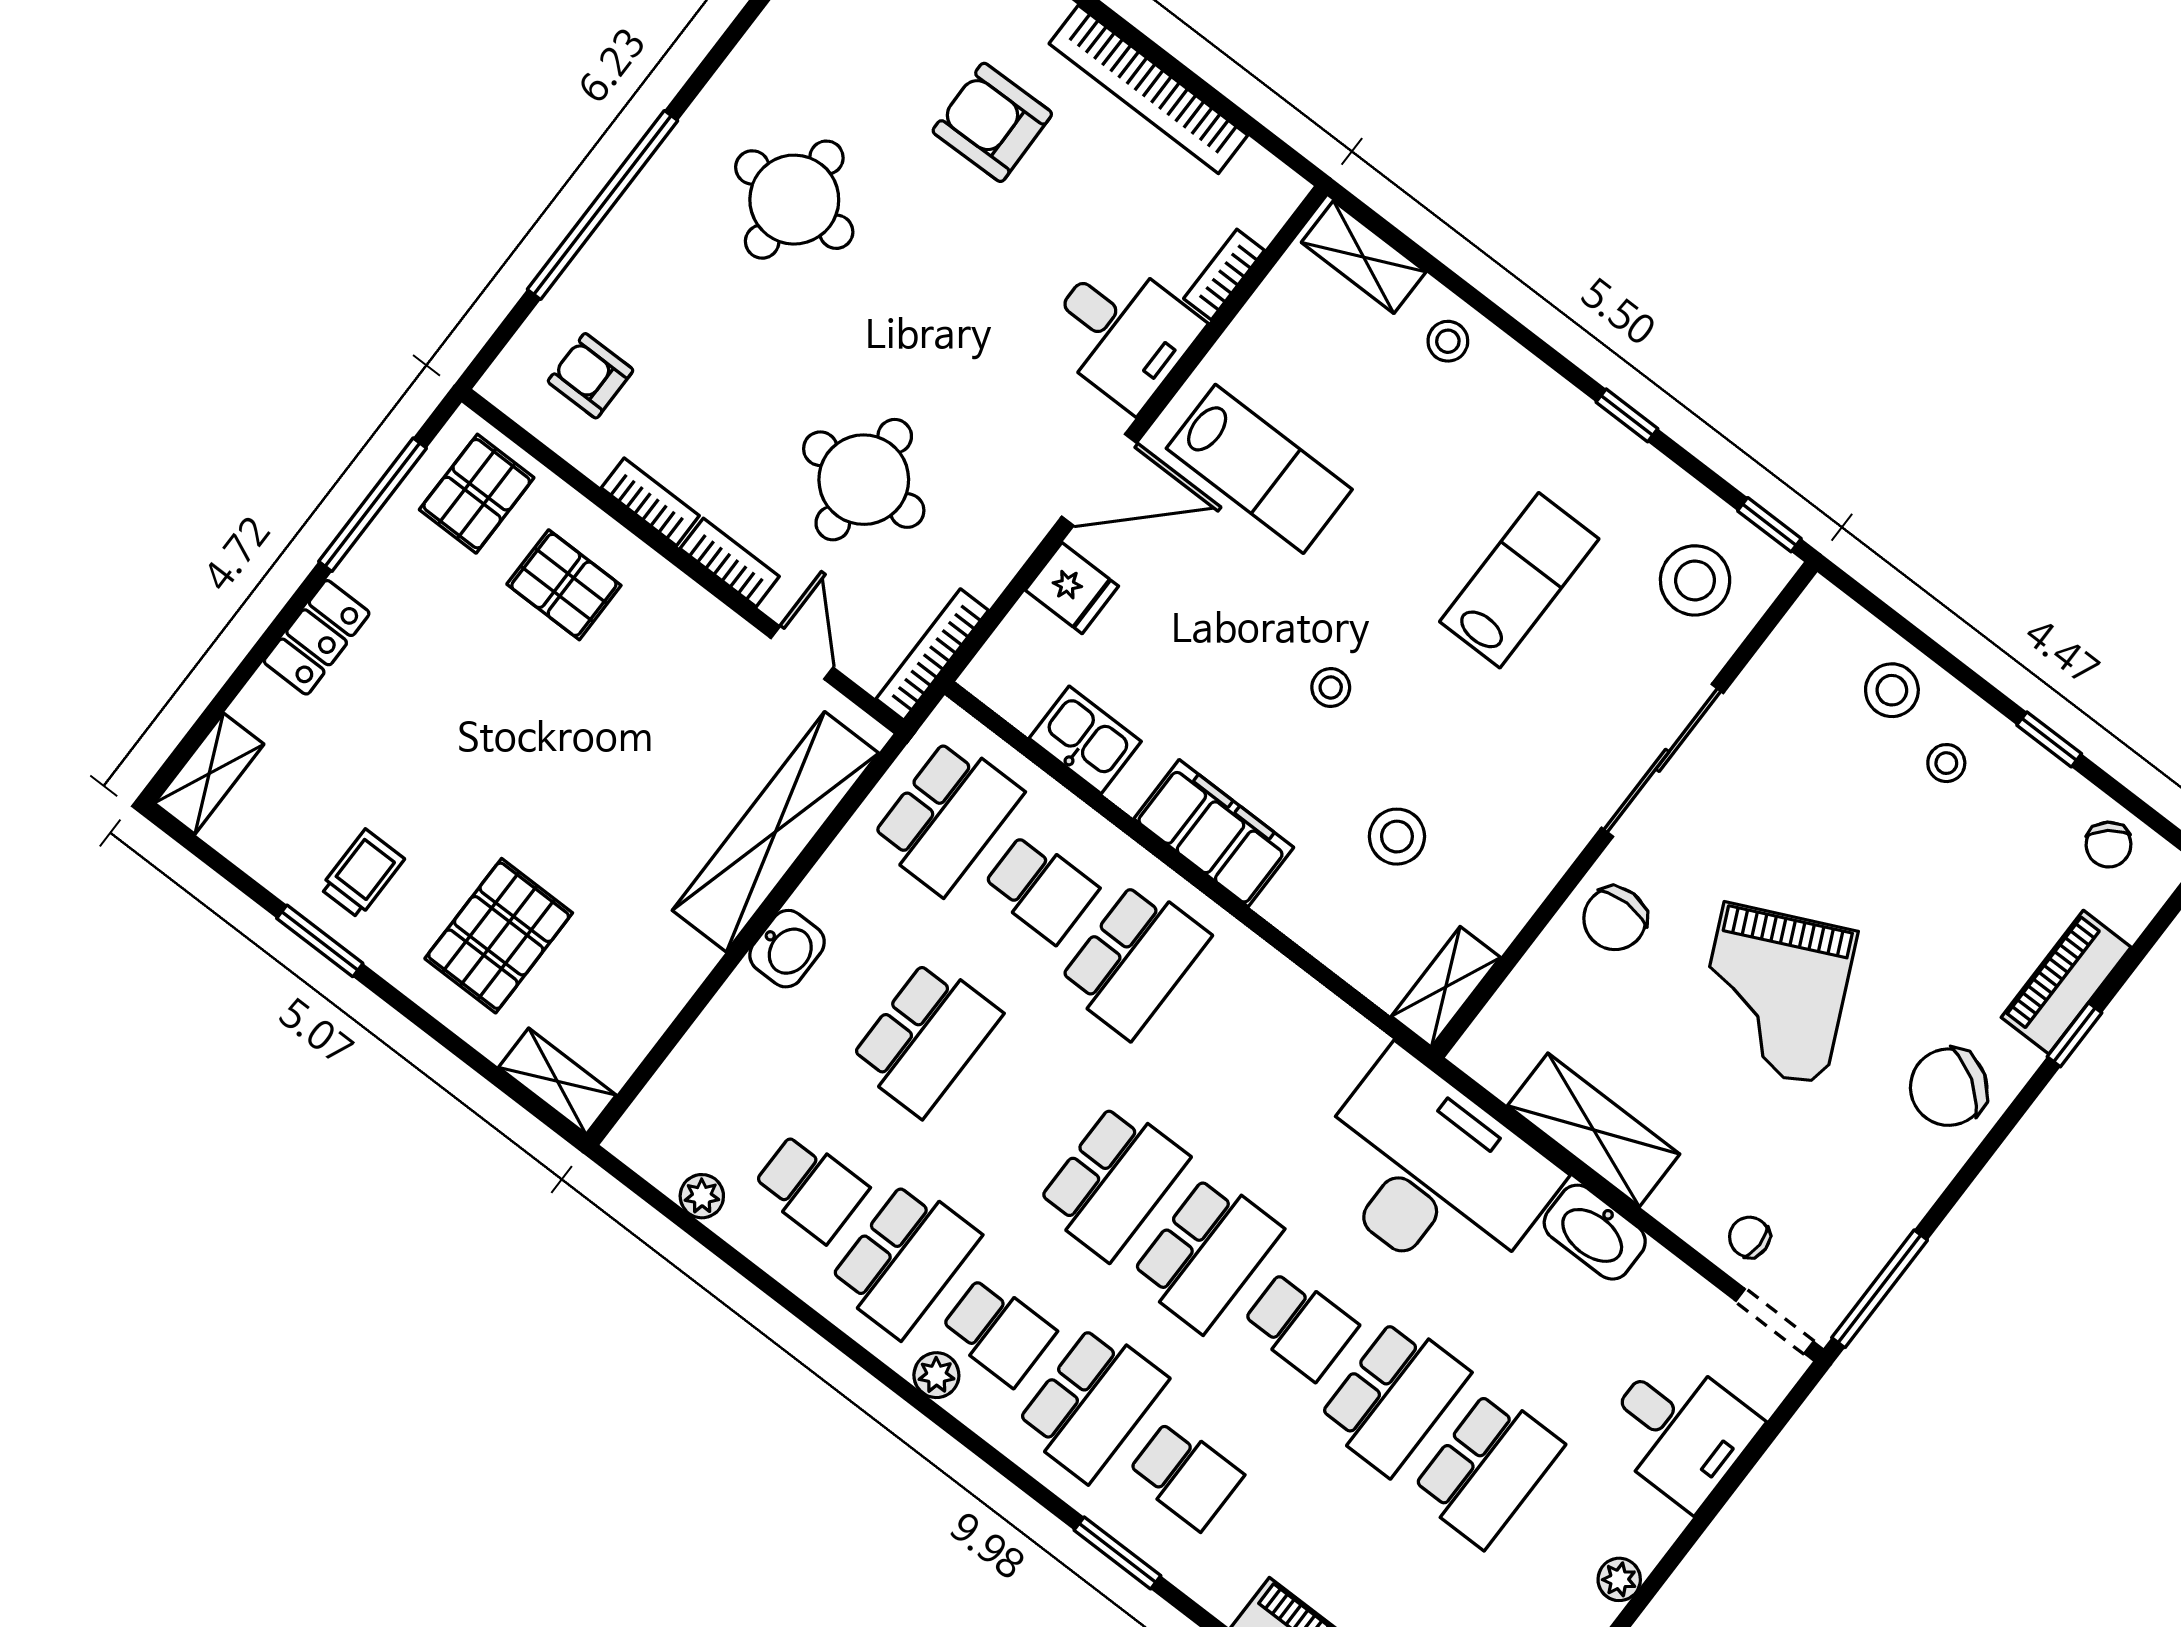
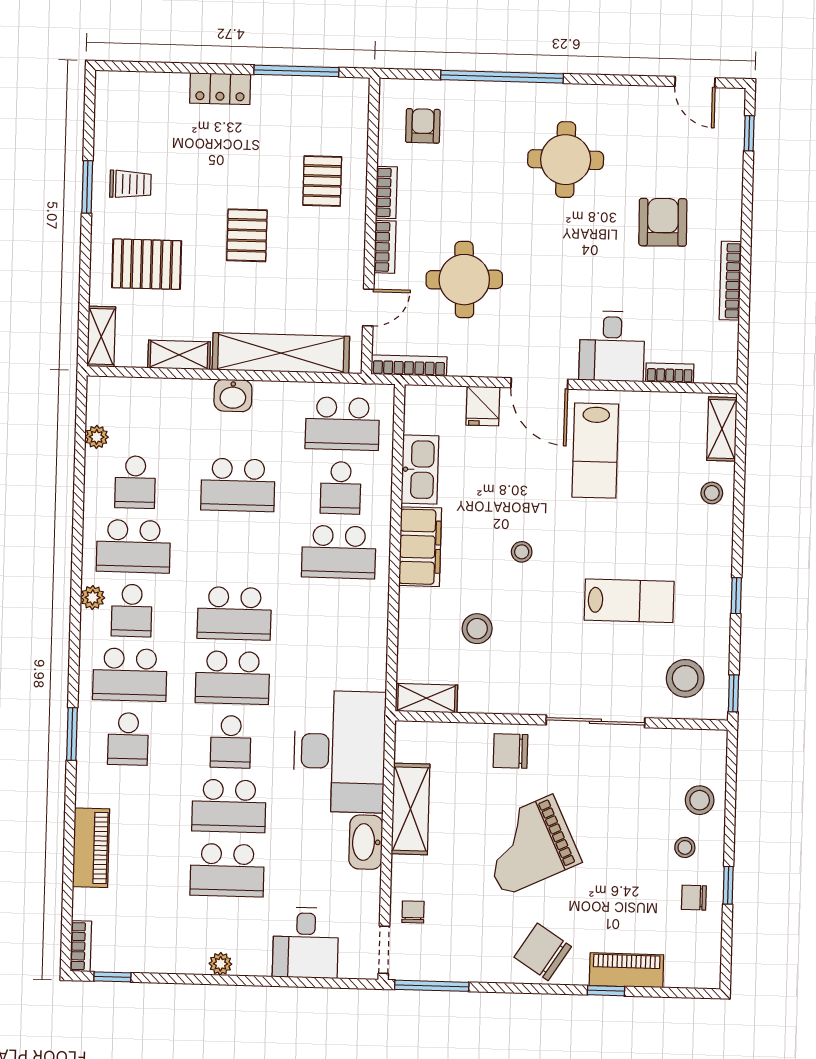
bookcase: (1148, 89) -> (730, 281), width x0.68, depth x0.76
pallet: (477, 494) -> (247, 235), moved, turned 90
kitchen sink: (1085, 740) -> (420, 470), width x1.38
shelving: (209, 774) -> (179, 355), moved
chair: (2108, 845) -> (694, 898), moved, turned 40

